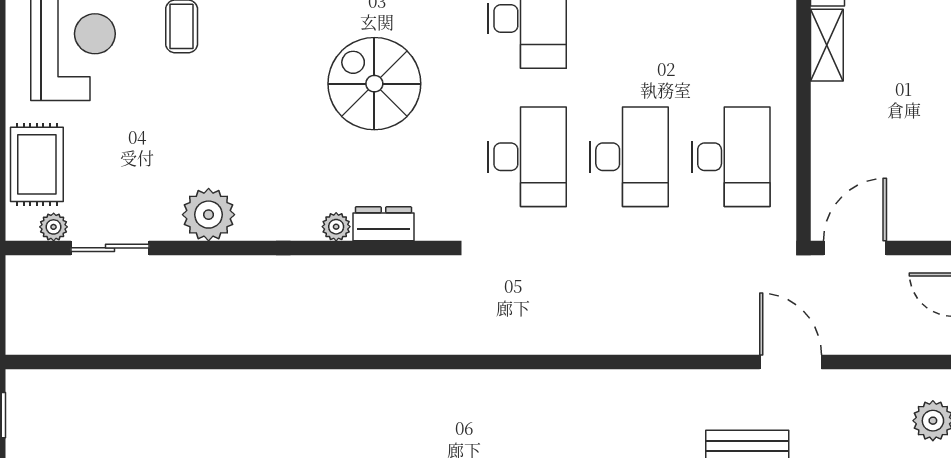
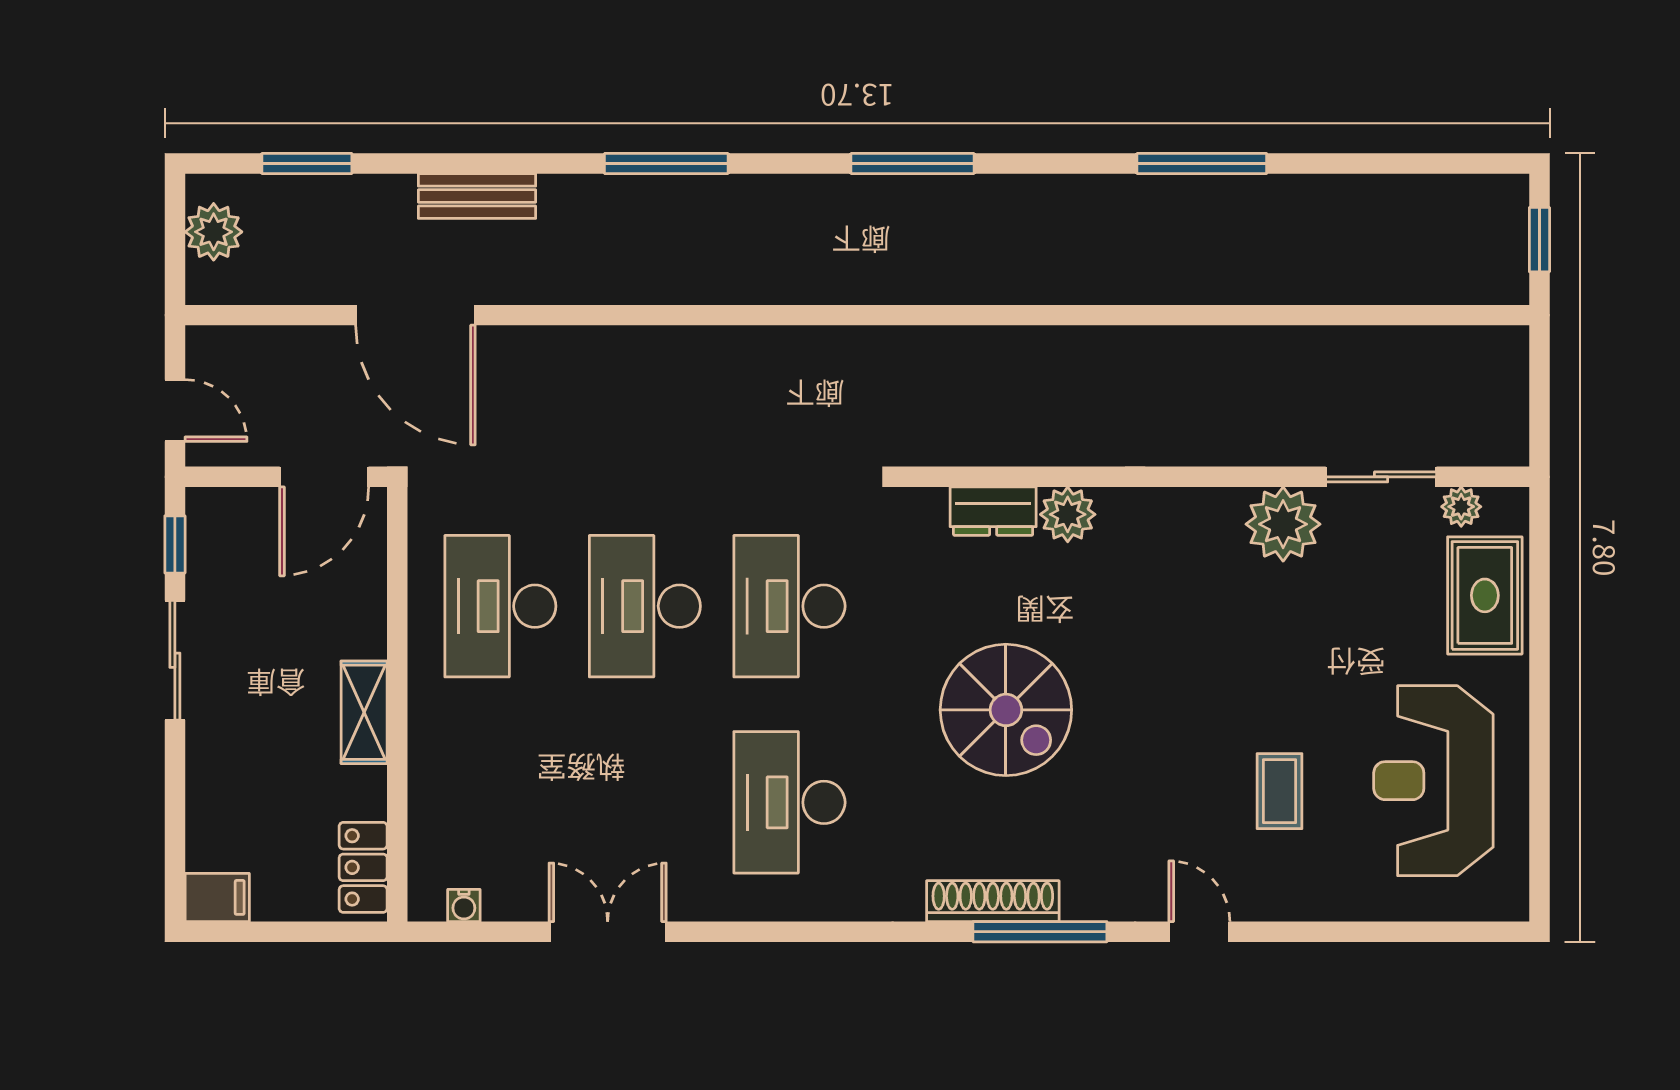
shelving: (827, 45) -> (364, 712), moved
plant: (209, 215) -> (1283, 524), moved
plant: (336, 227) -> (1068, 514), width x1.38, depth x1.38
door: (791, 362) -> (415, 315), width x1.36

